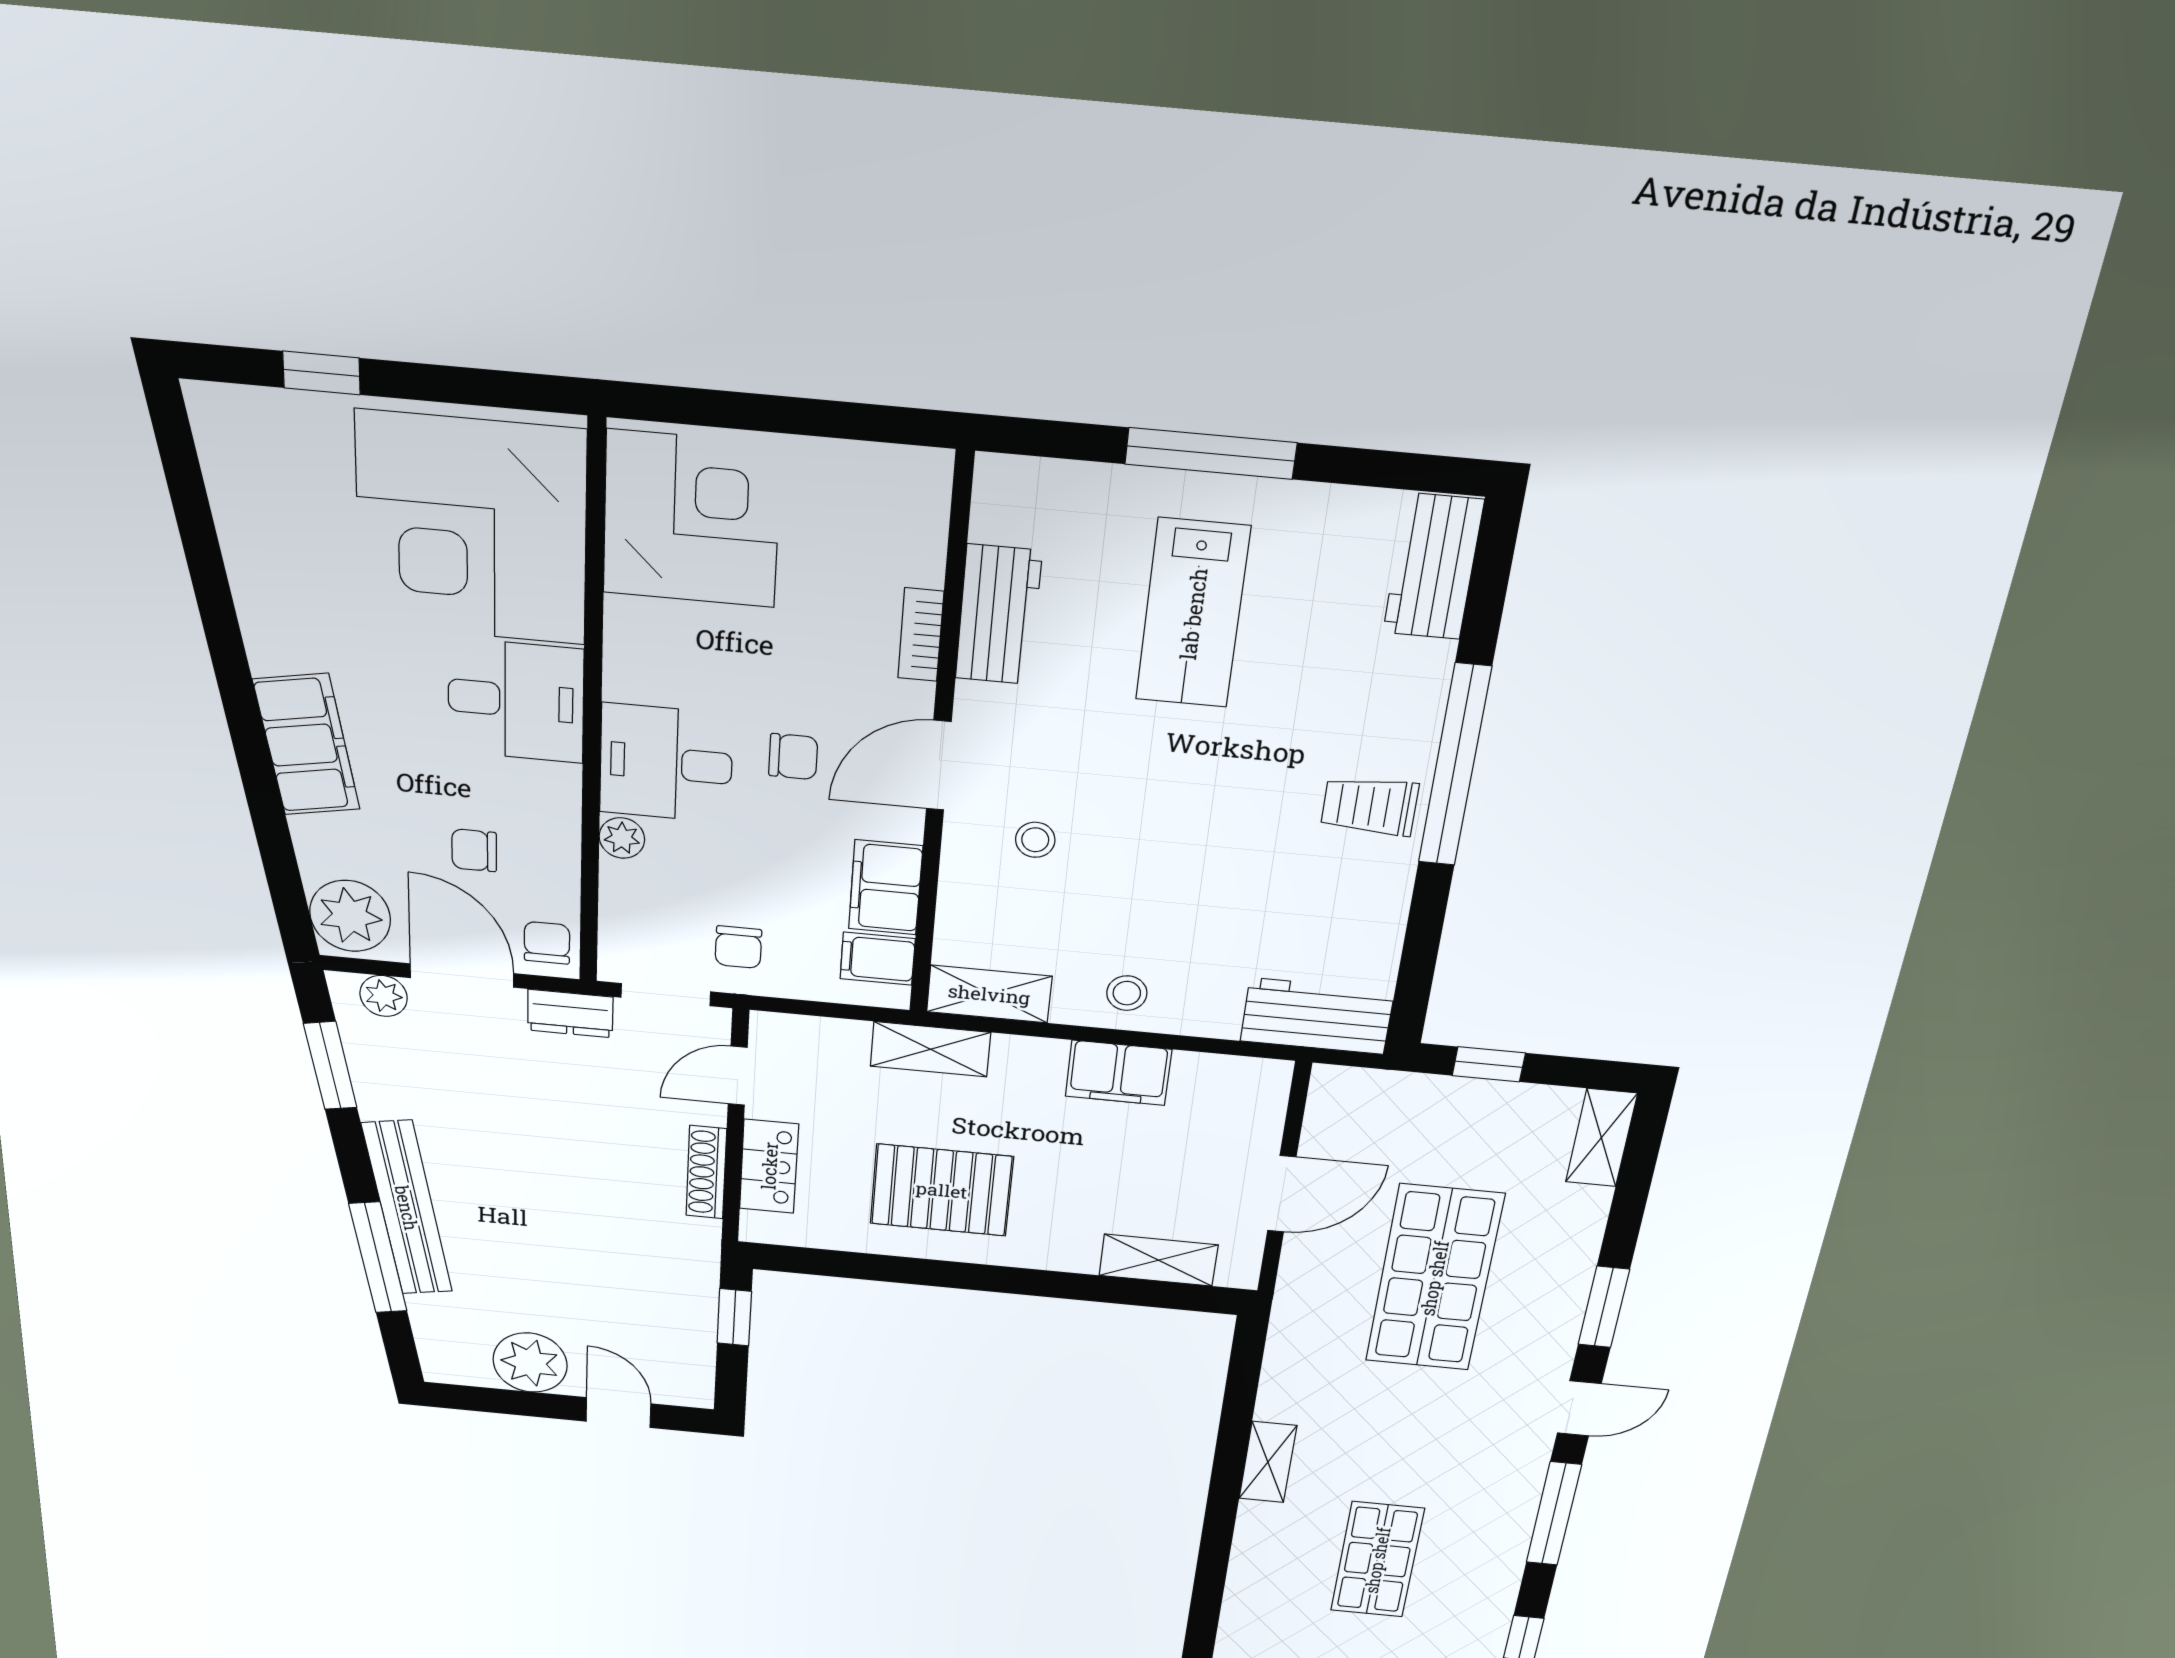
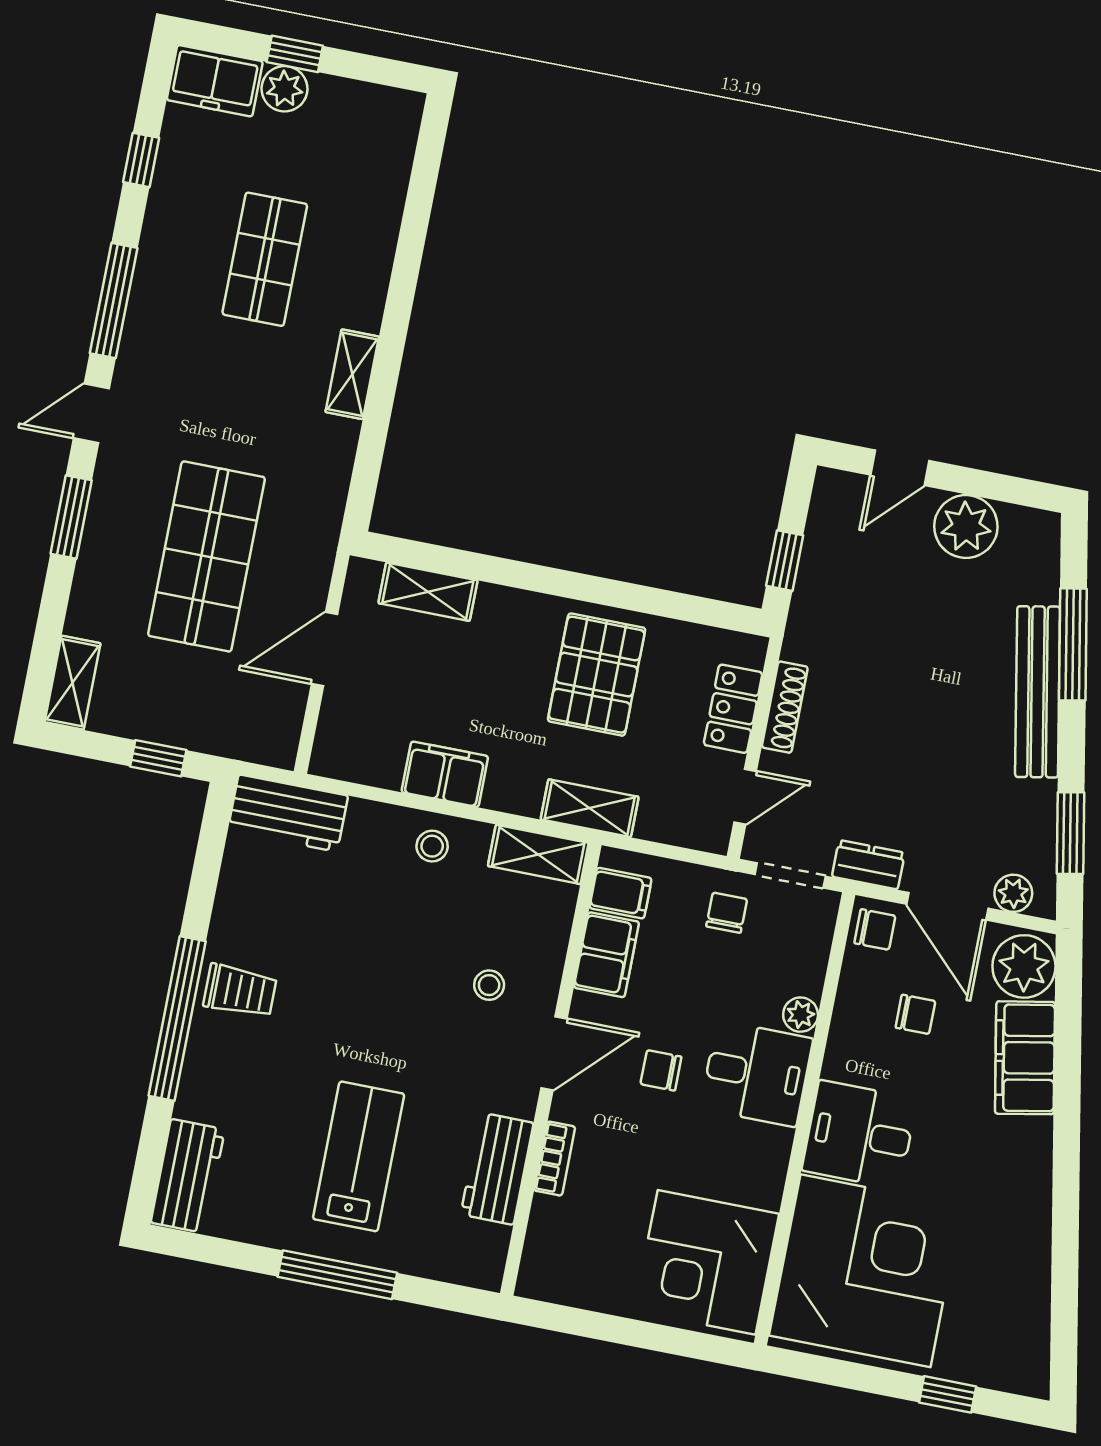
filing cabinet: (307, 745) -> (1025, 1058), moved
chair: (547, 943) -> (875, 929), turned -90
pallet: (942, 1190) -> (597, 675), turned 90
door: (618, 1413) -> (900, 468), hinge flipped

